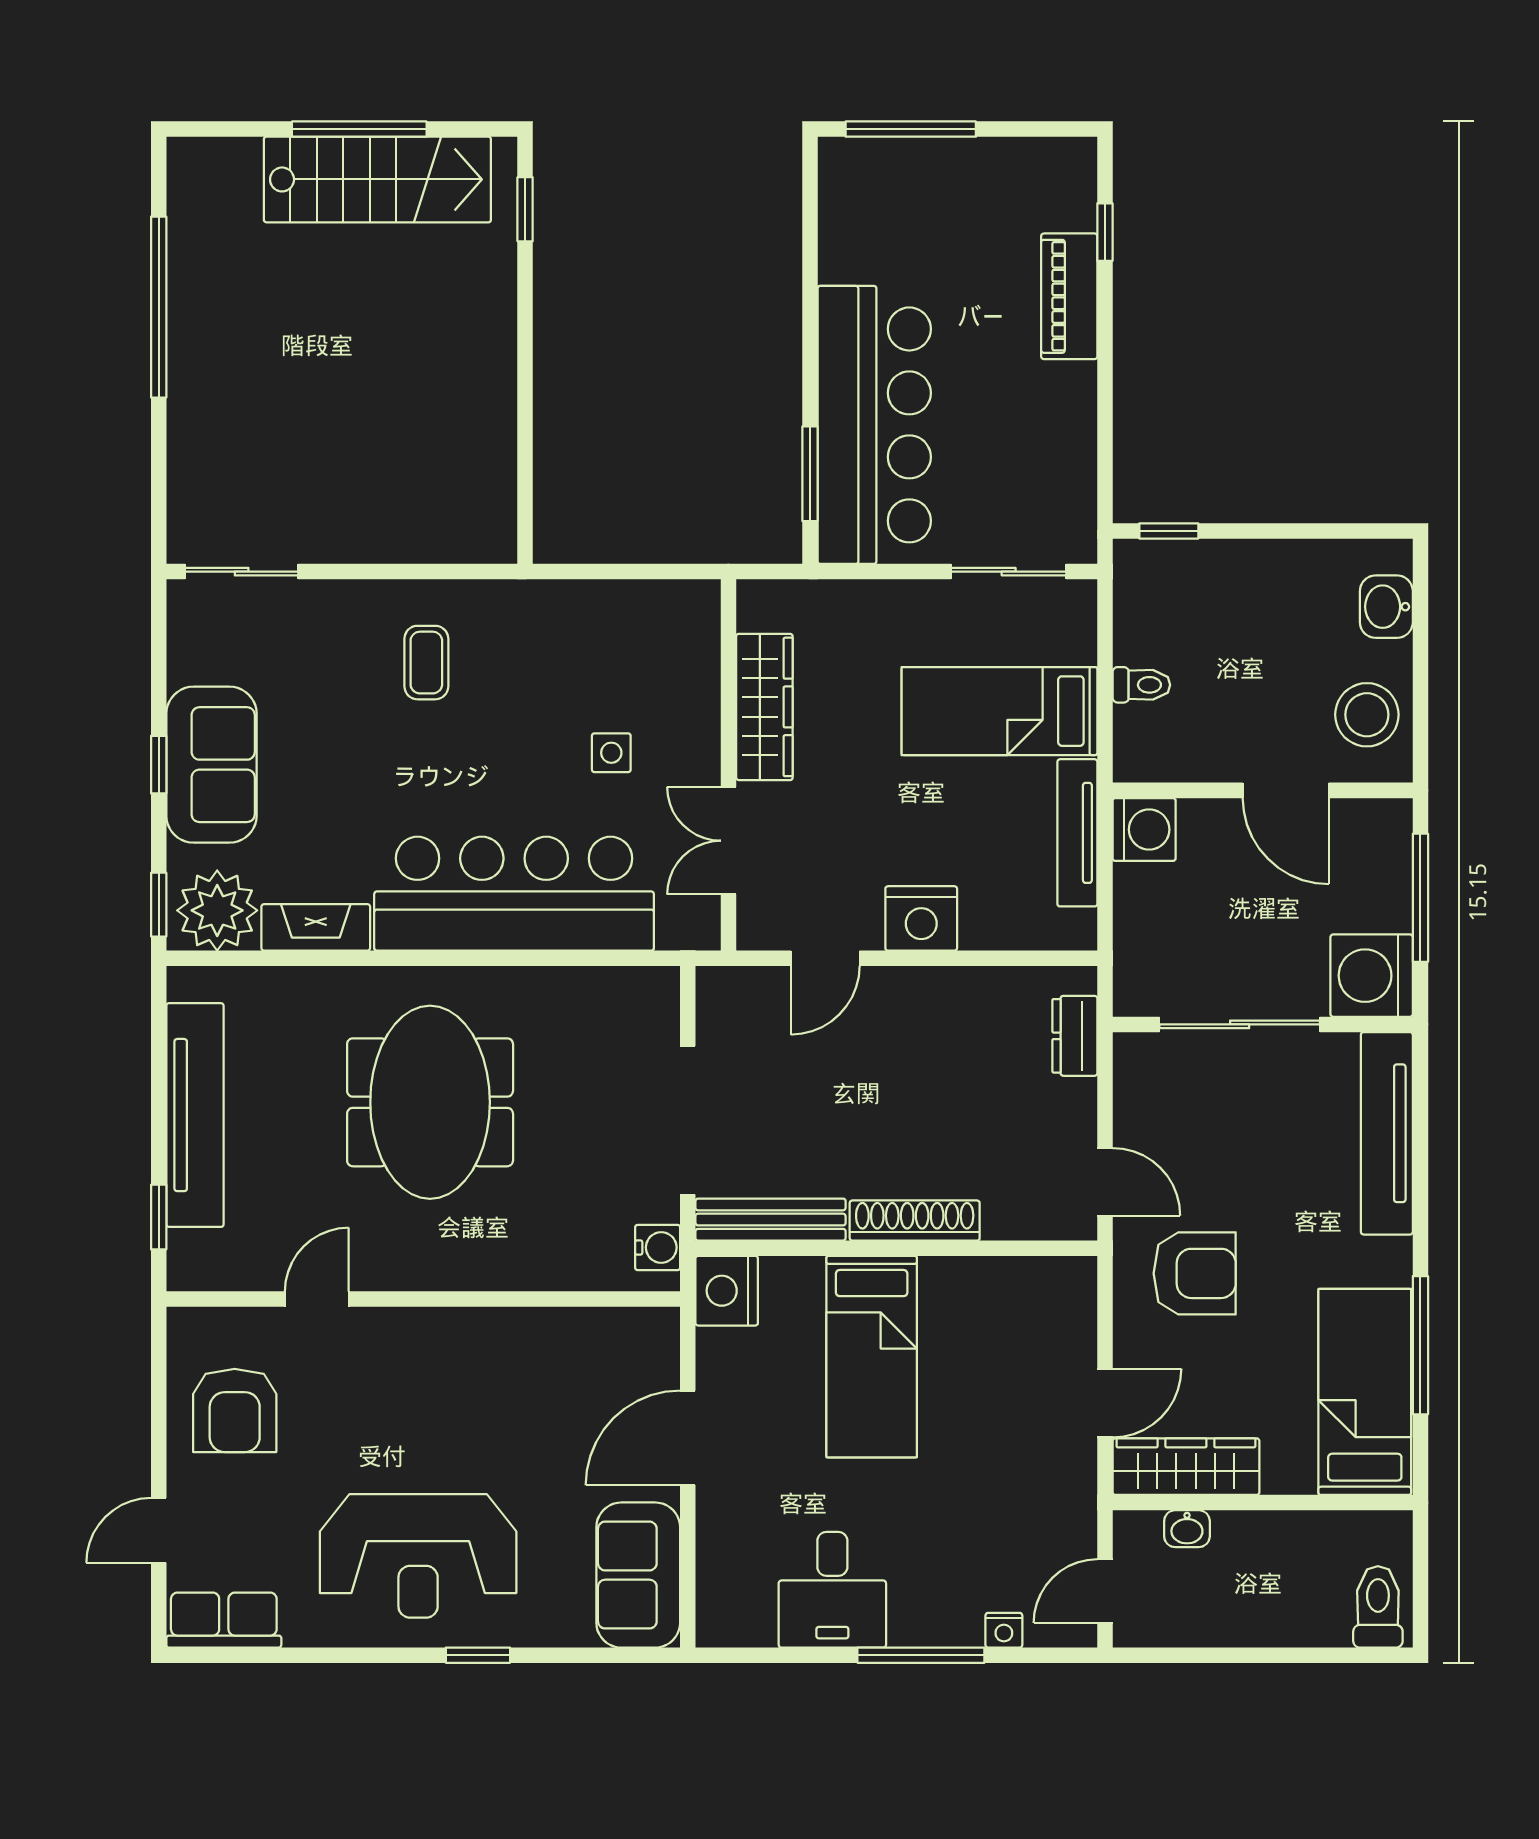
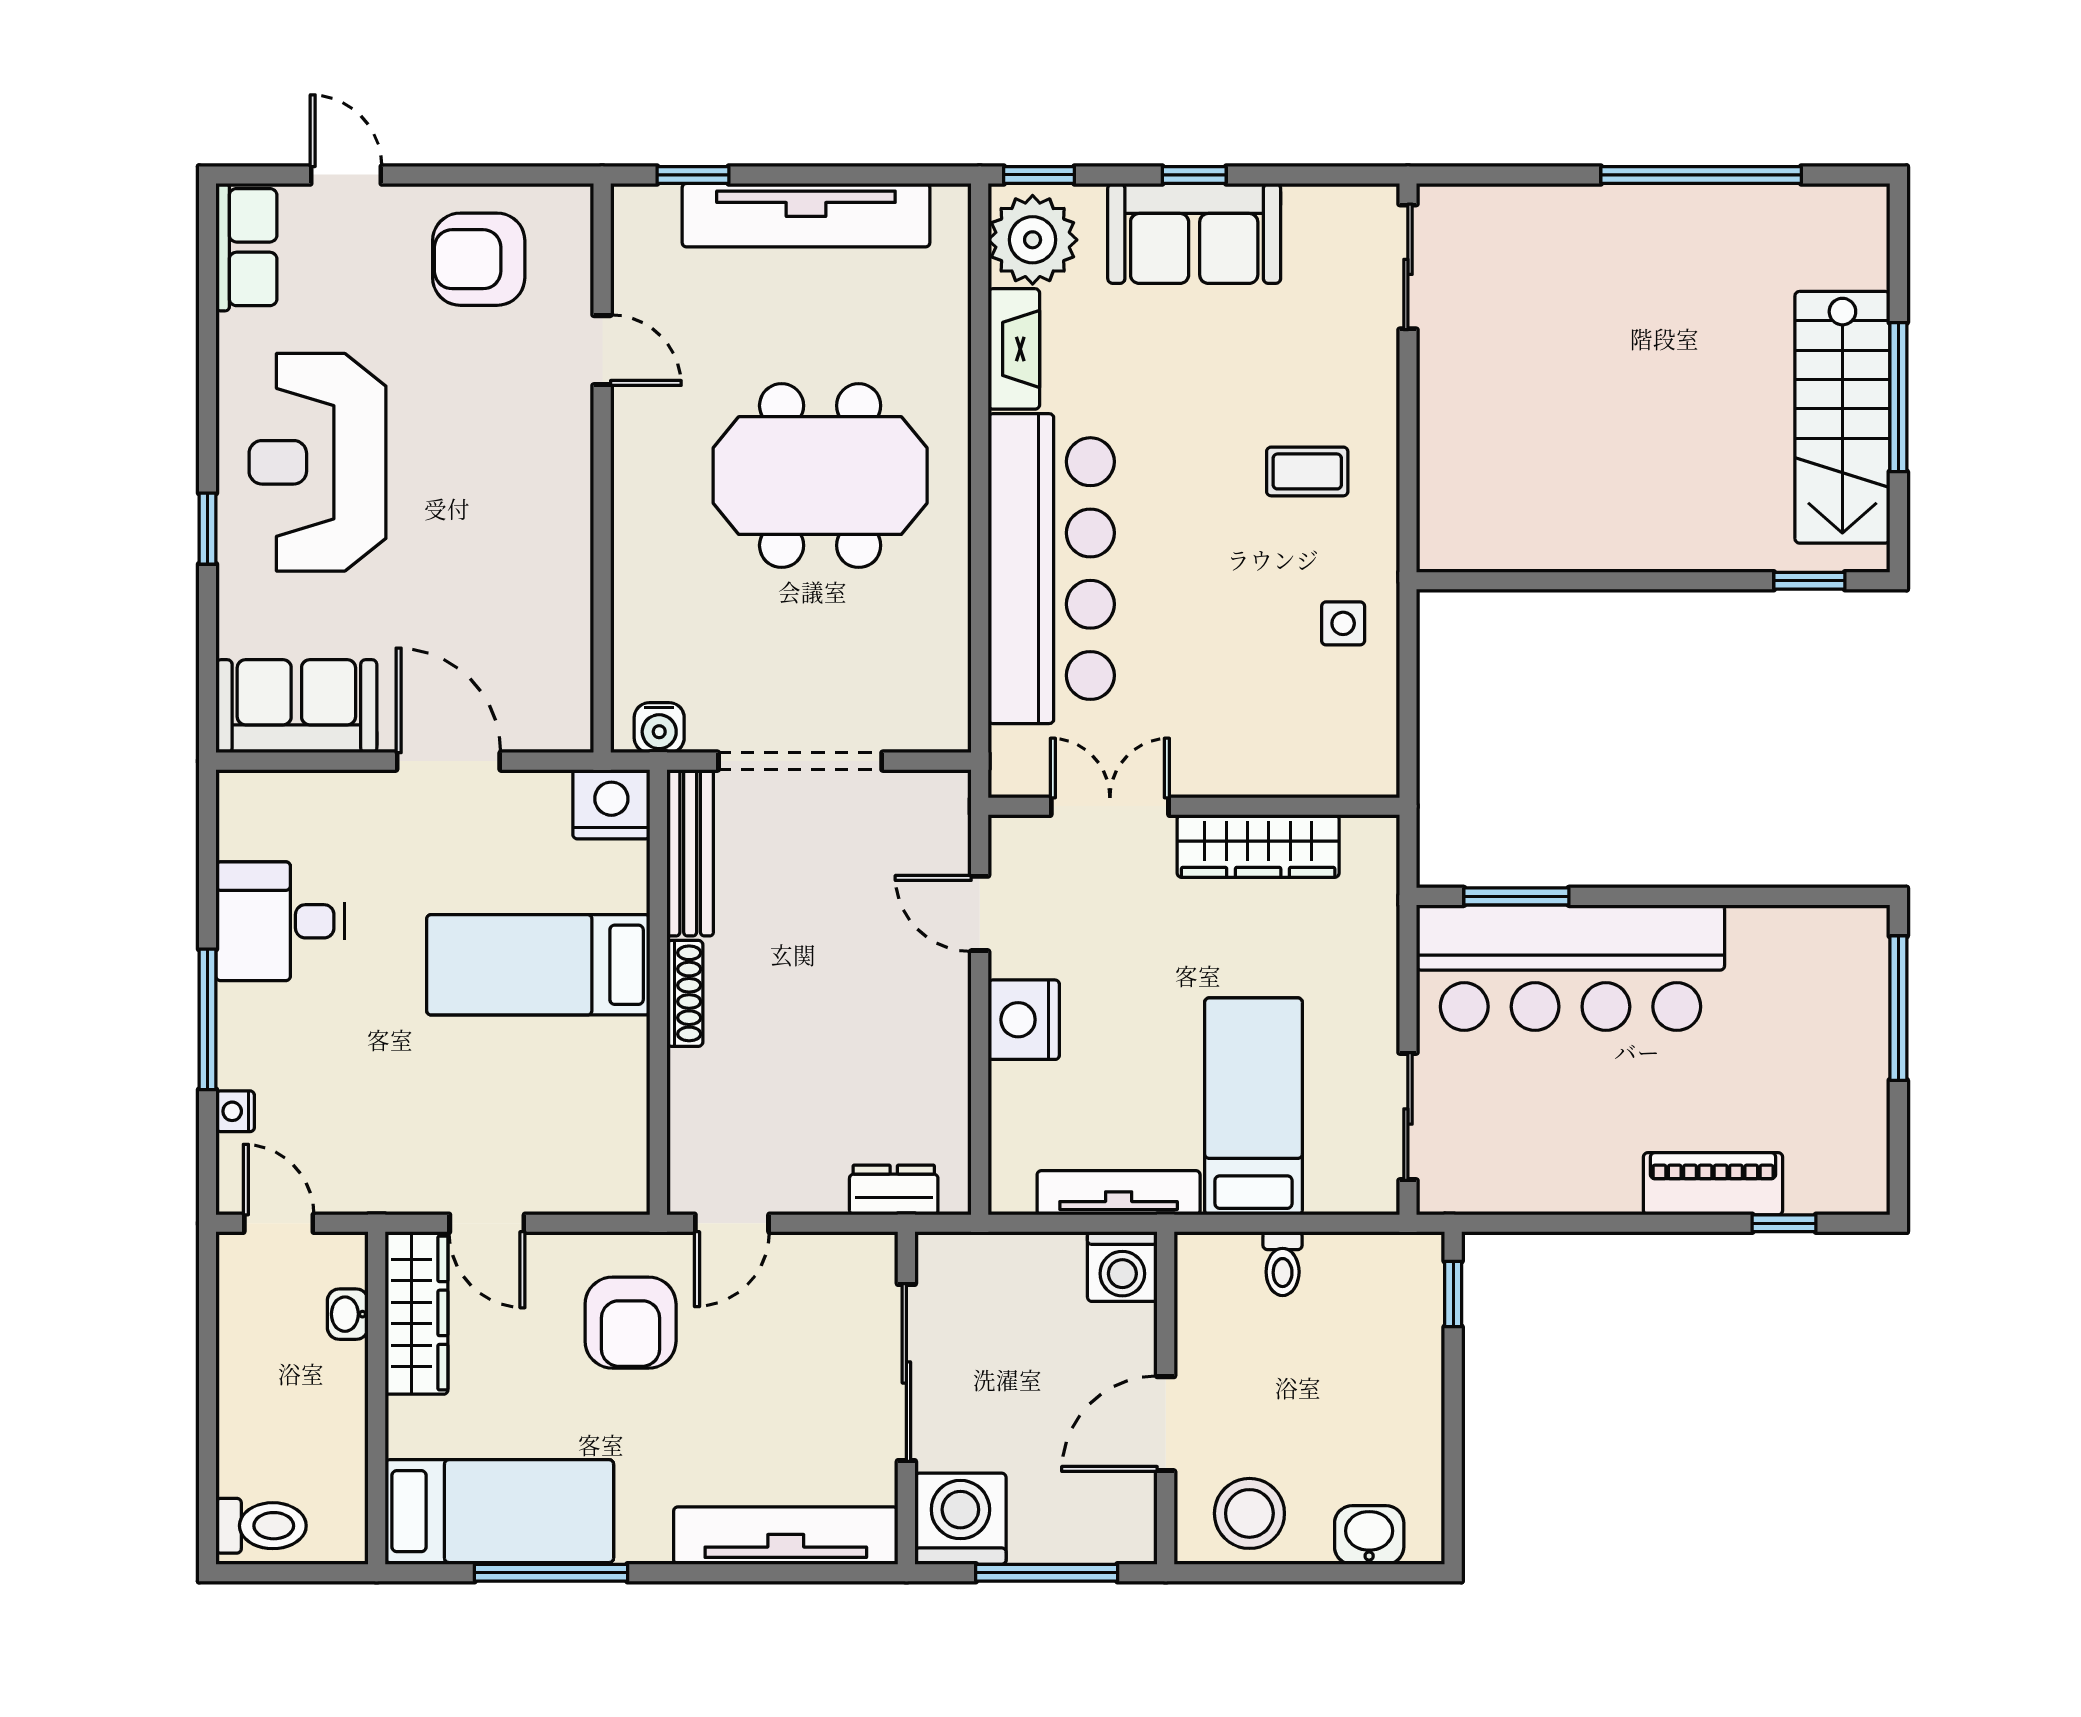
side table: (611, 753) -> (1343, 623), moved
shoe rack: (915, 1221) -> (685, 993), width x0.74, depth x0.81

